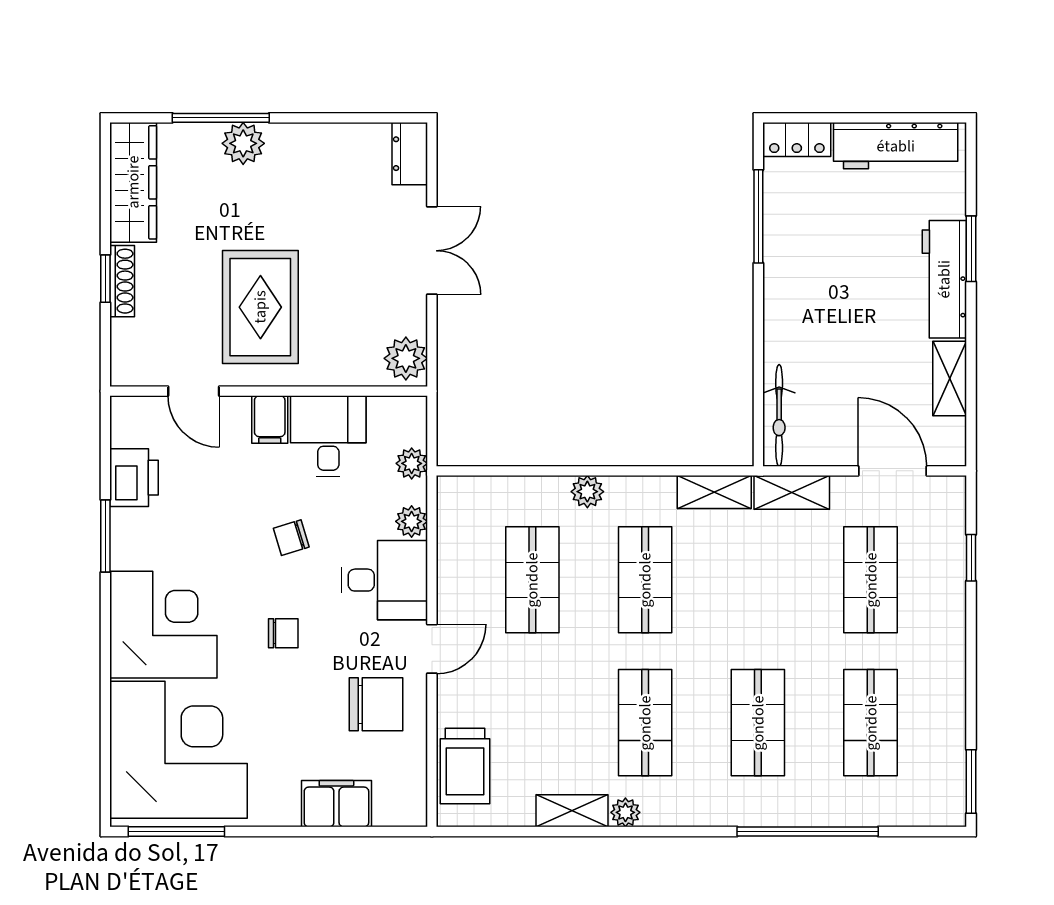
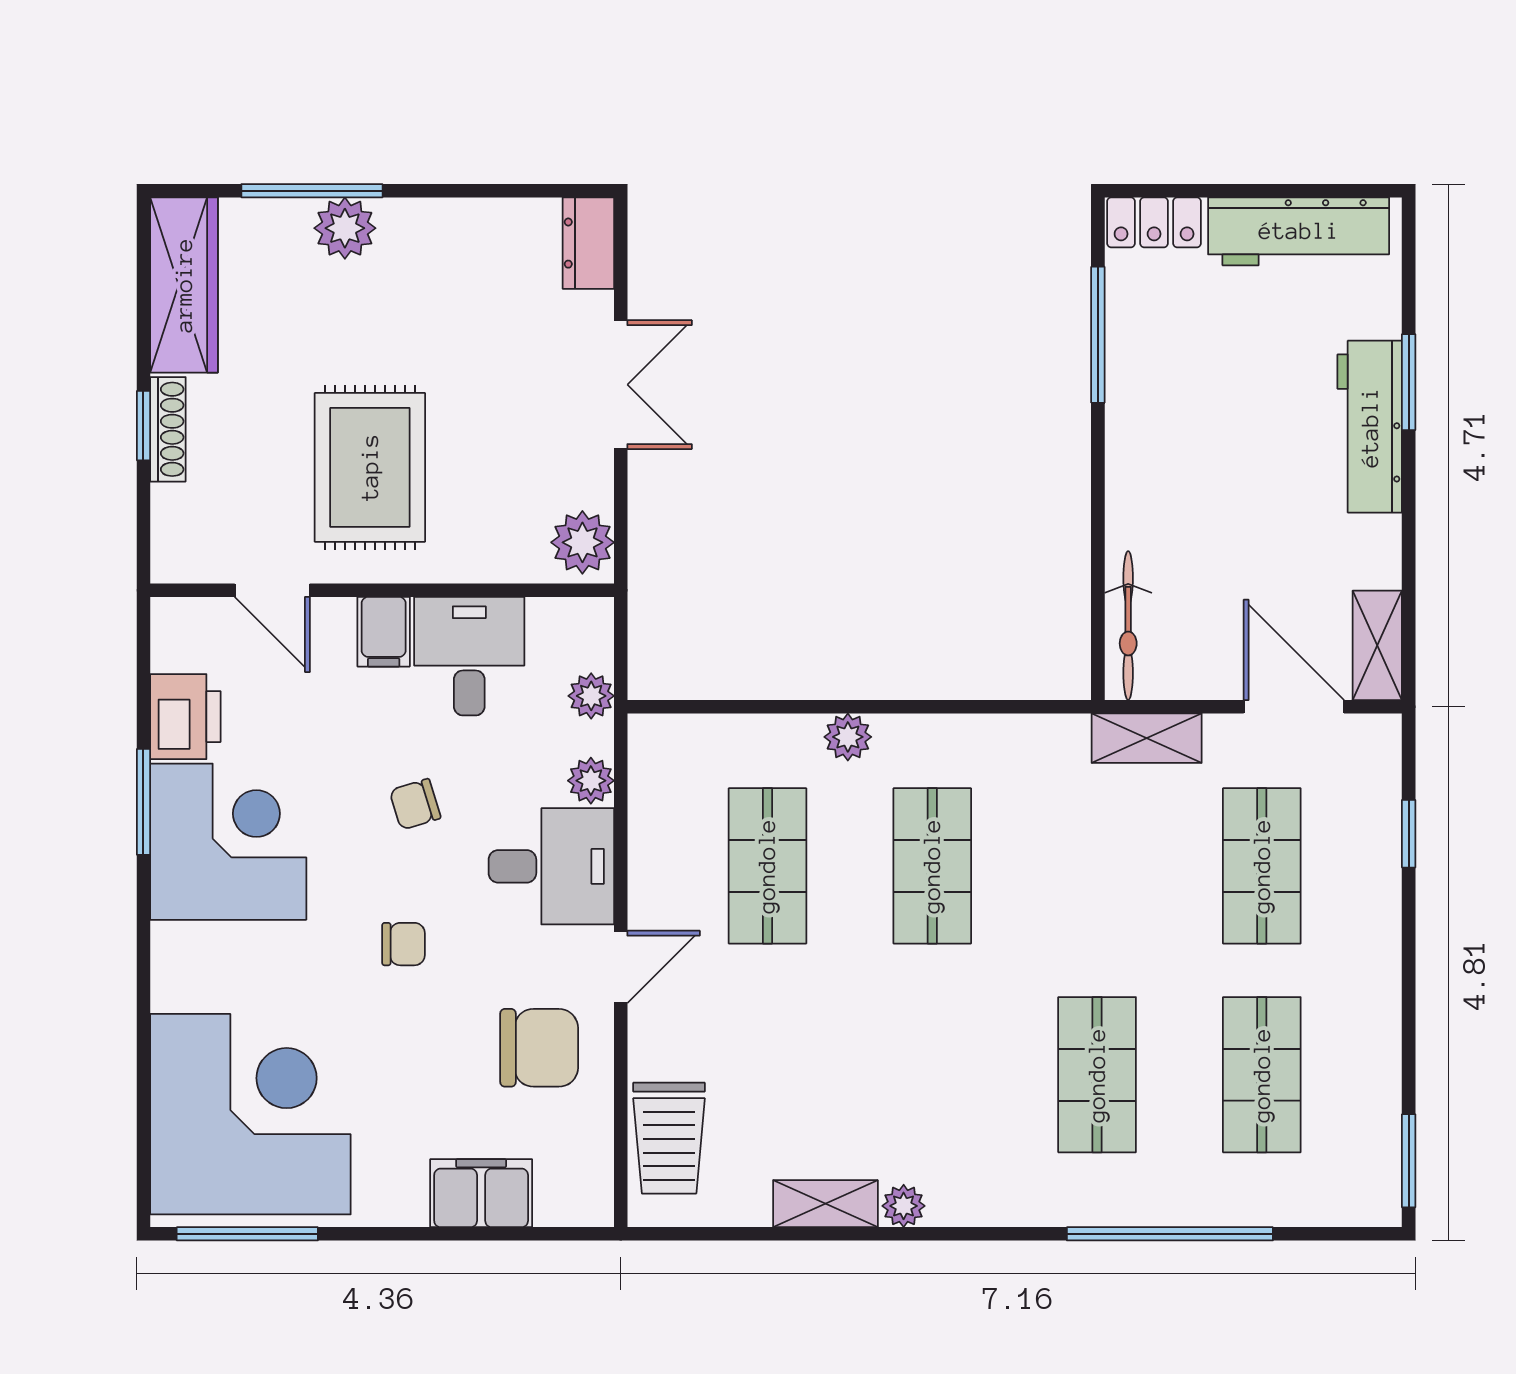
shelving: (950, 378) -> (1377, 645), moved
shelving: (714, 492) -> (1033, 738), removed
corner desk: (163, 625) -> (228, 842), moved
shop shelf: (645, 723) -> (932, 1075), removed

